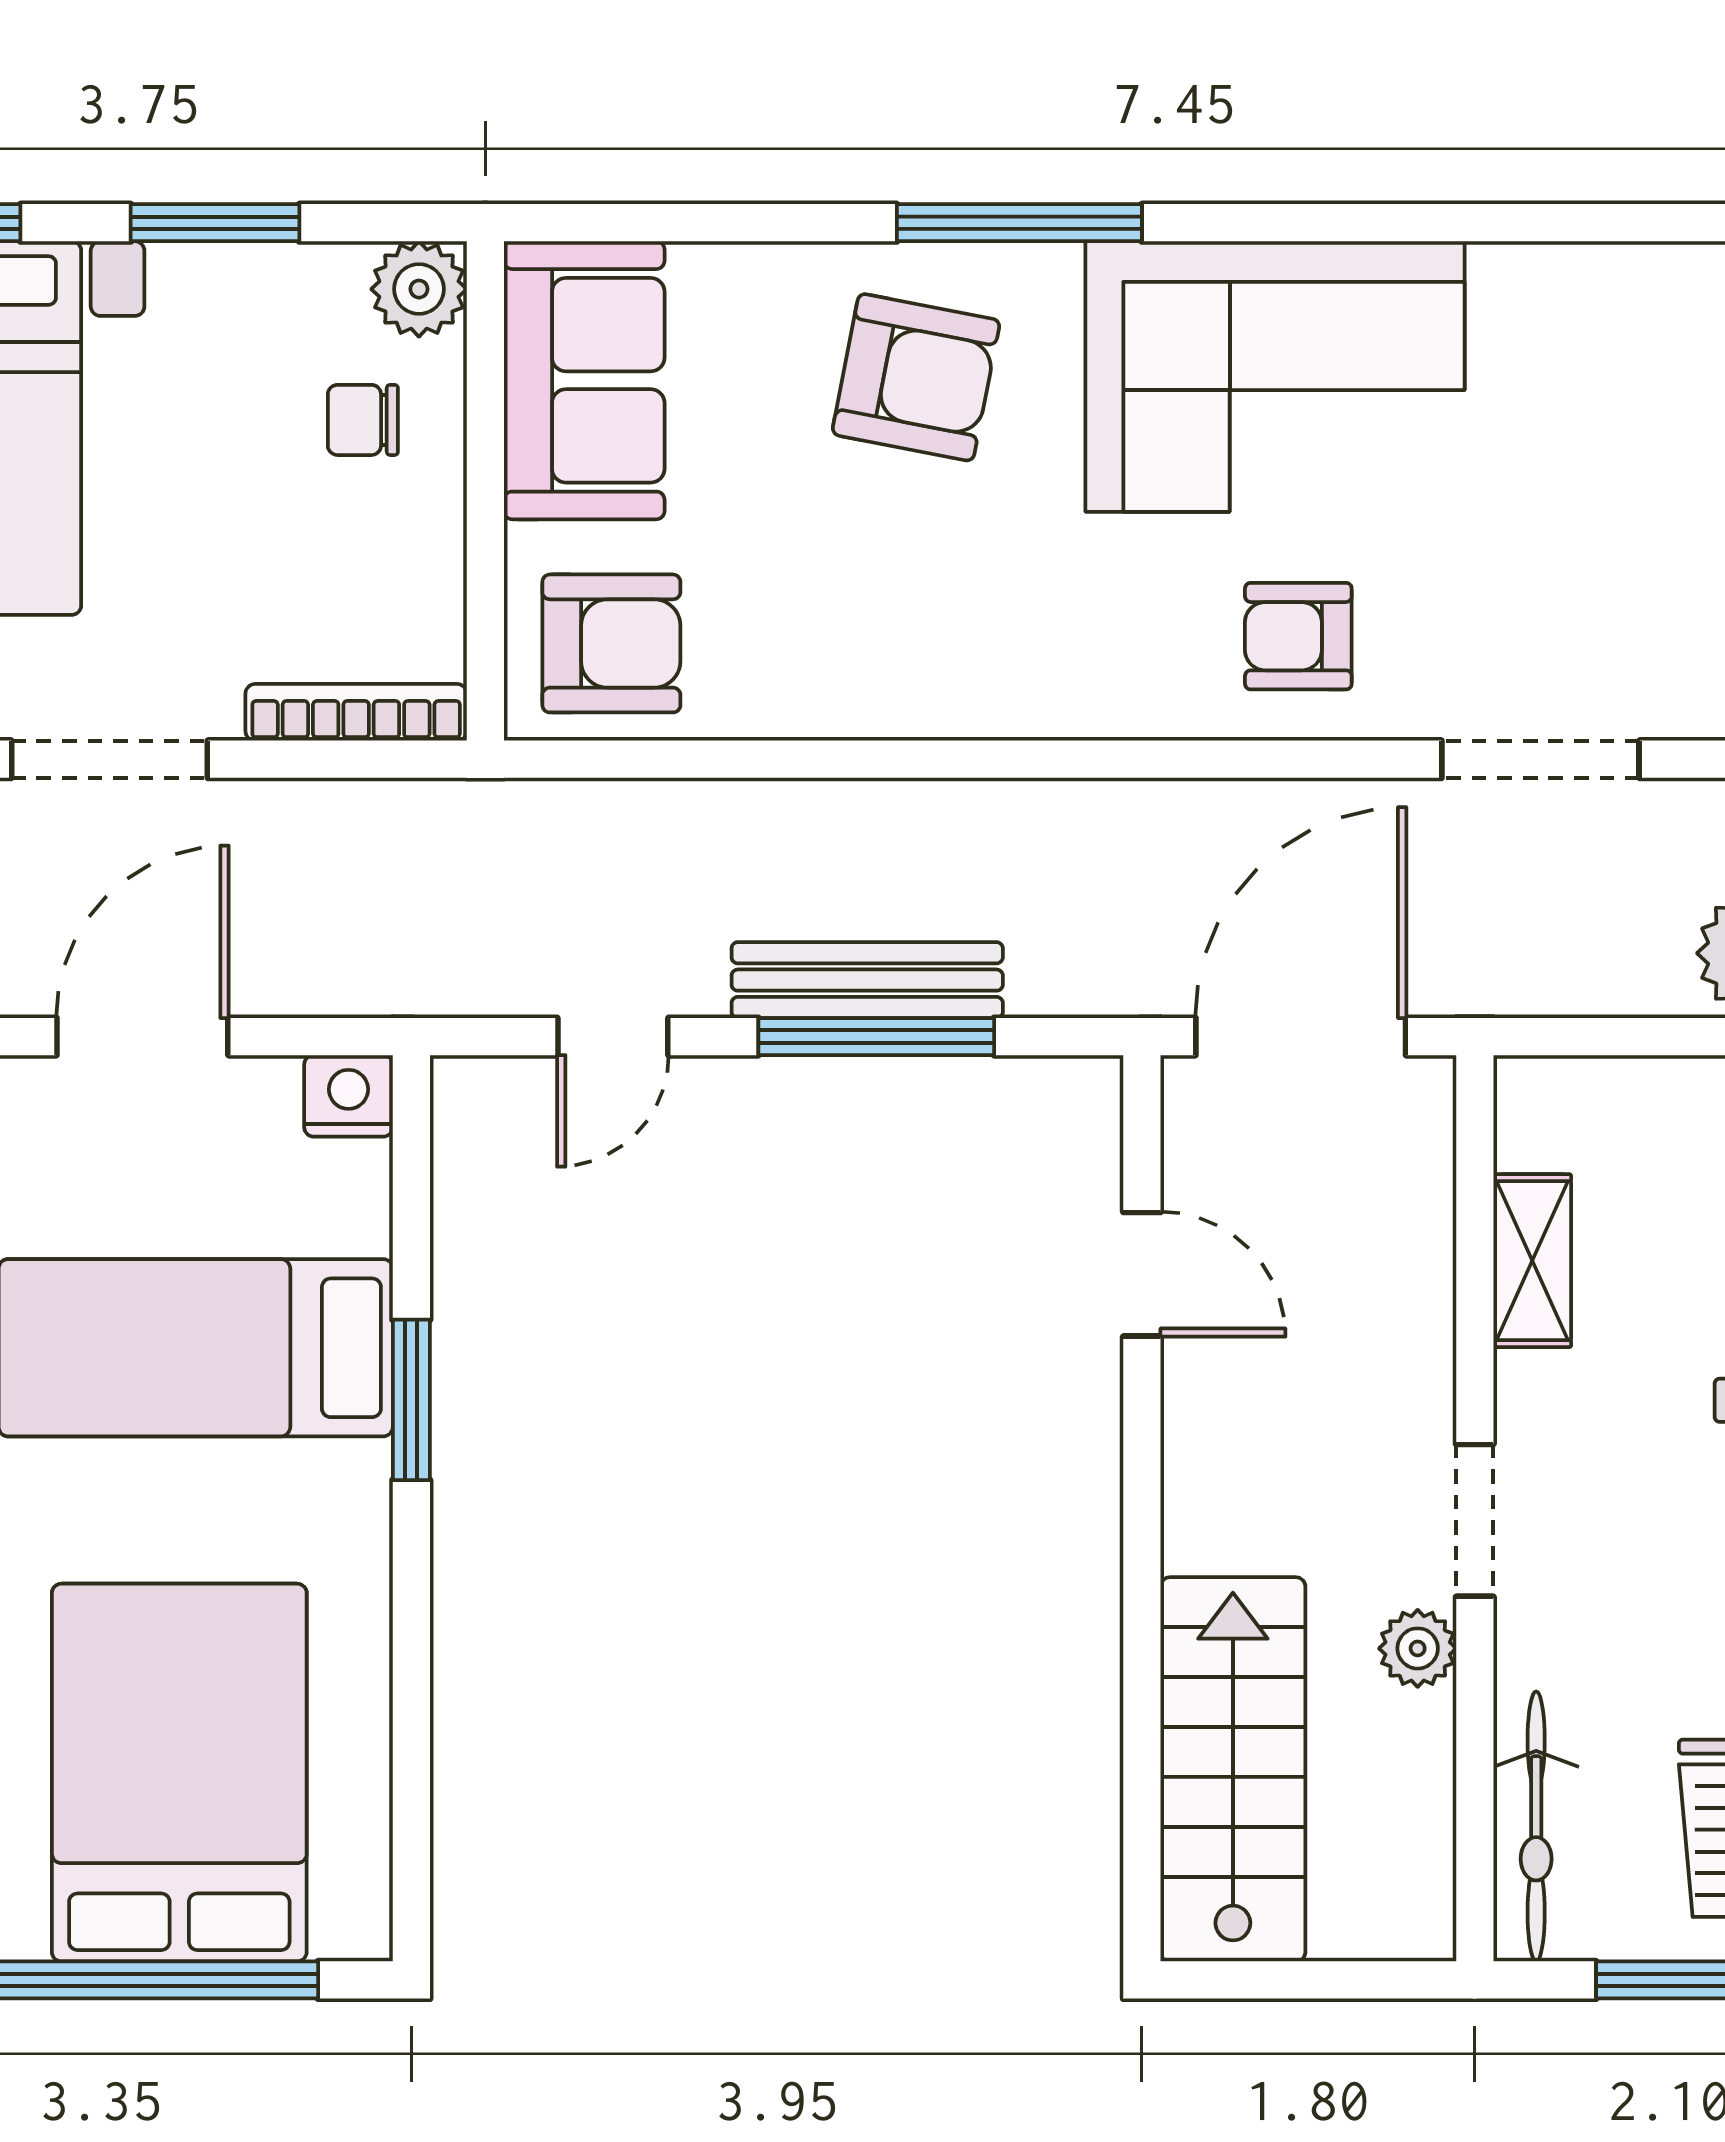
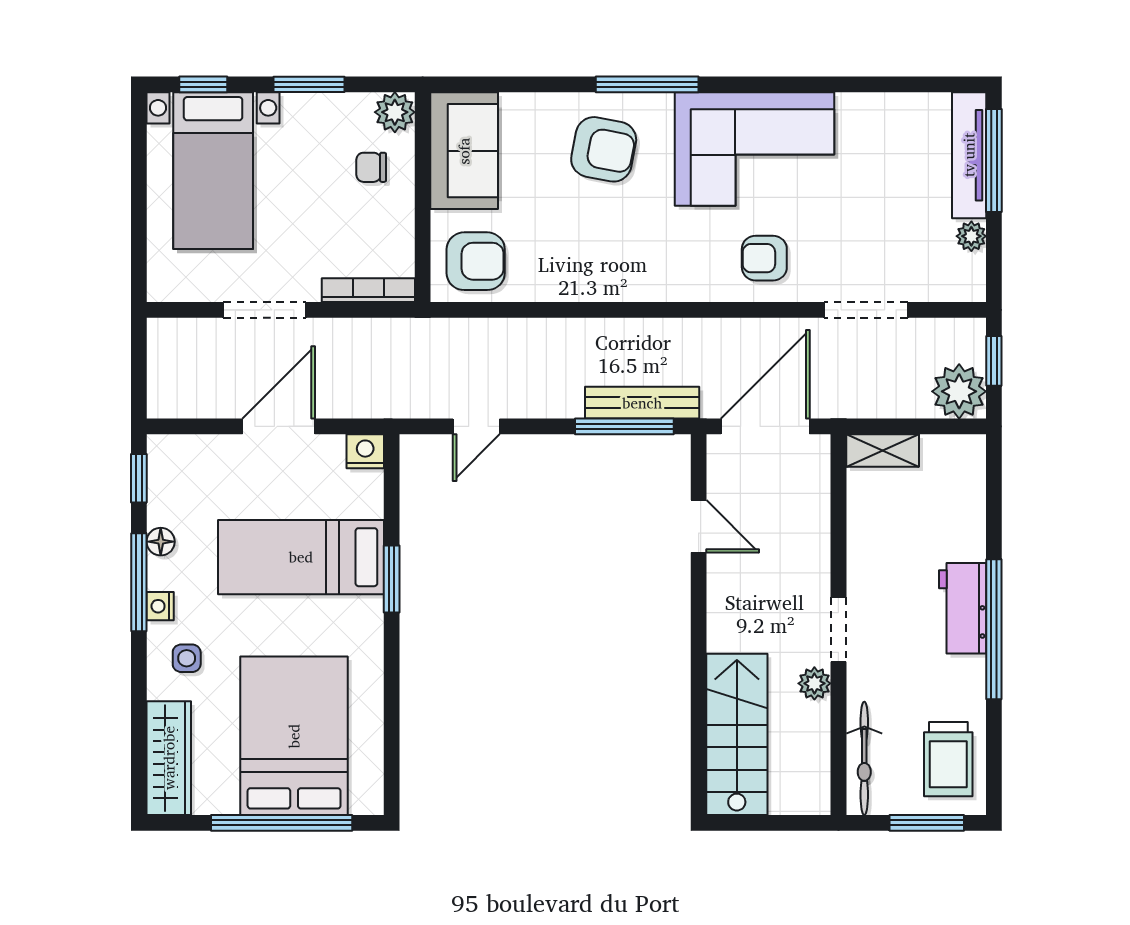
bench: (867, 980) -> (642, 403), moved
window: (876, 1037) -> (624, 426), moved
shelving: (1532, 1261) -> (883, 451), moved, turned 90

